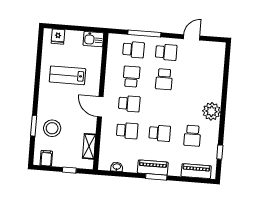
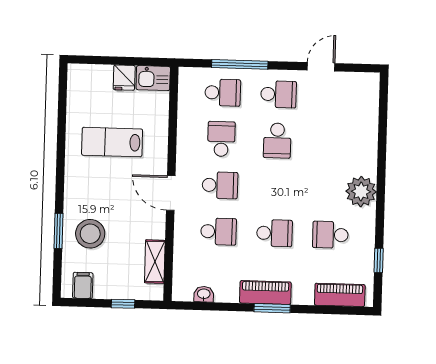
fridge: (58, 37) -> (124, 78), moved
school desk: (192, 136) -> (330, 235), turned 90

